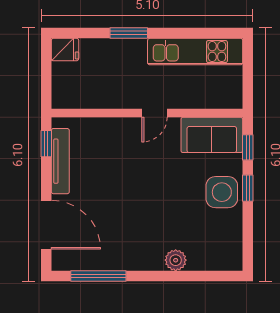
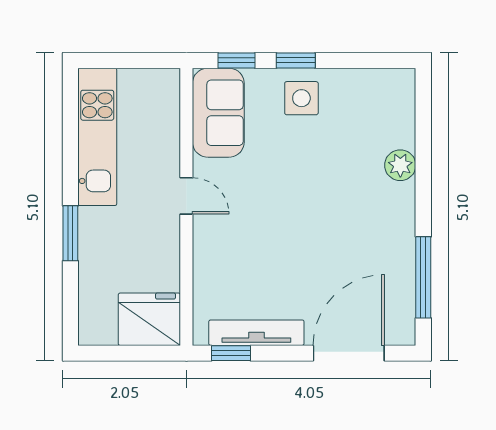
fridge: (65, 50) -> (149, 319), moved, width x1.88, depth x1.34
side table: (222, 192) -> (301, 98), width x0.73, depth x0.73

